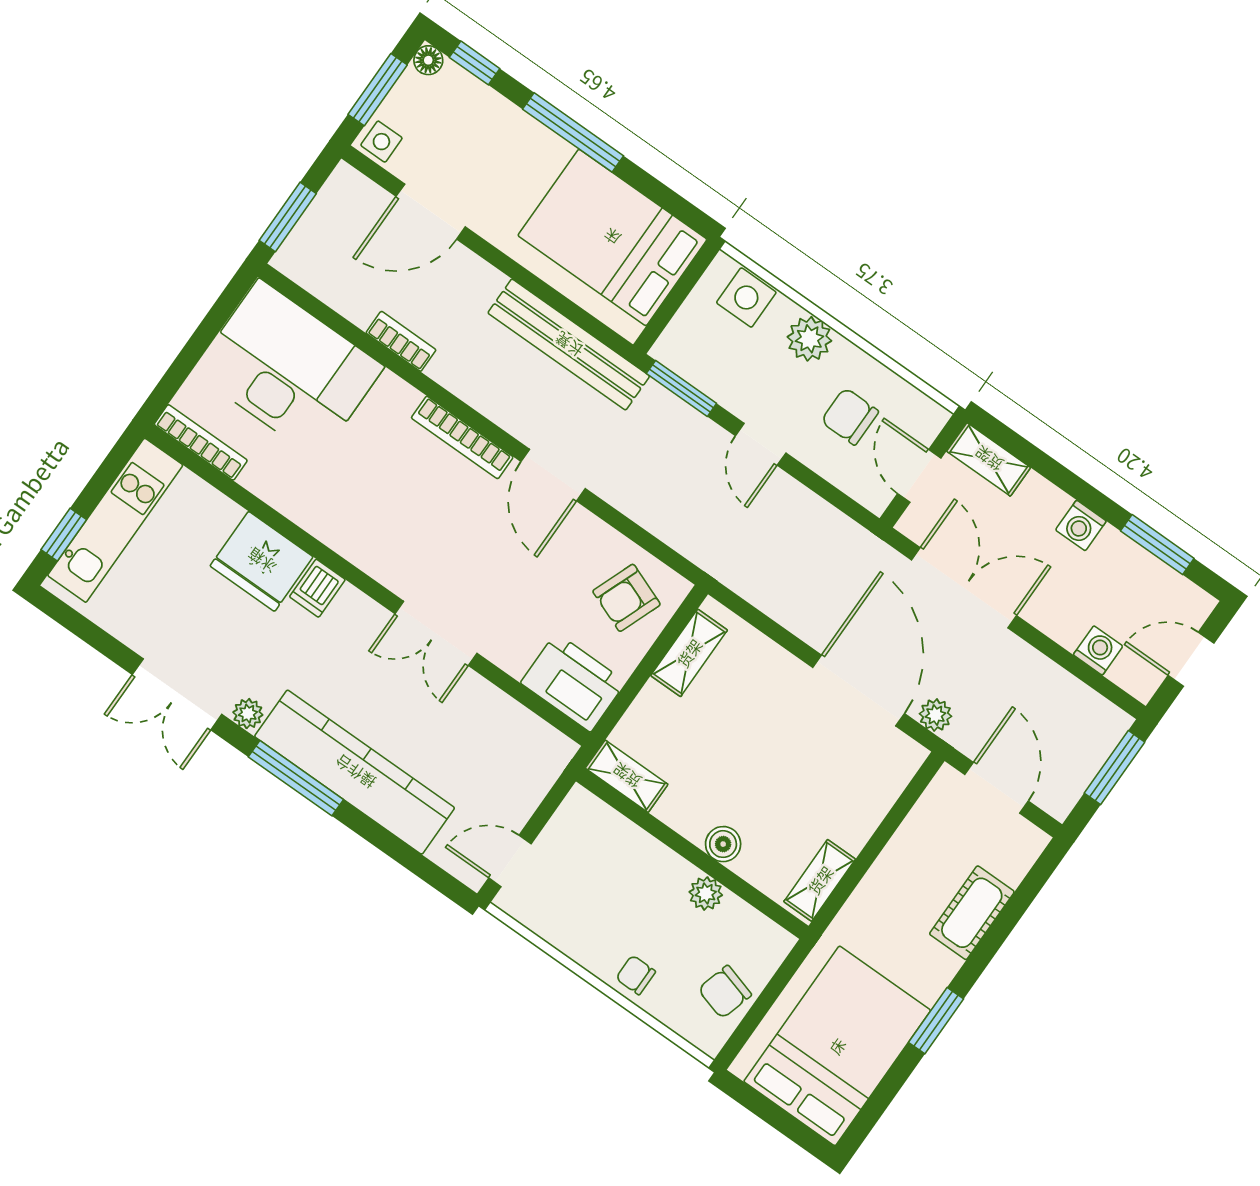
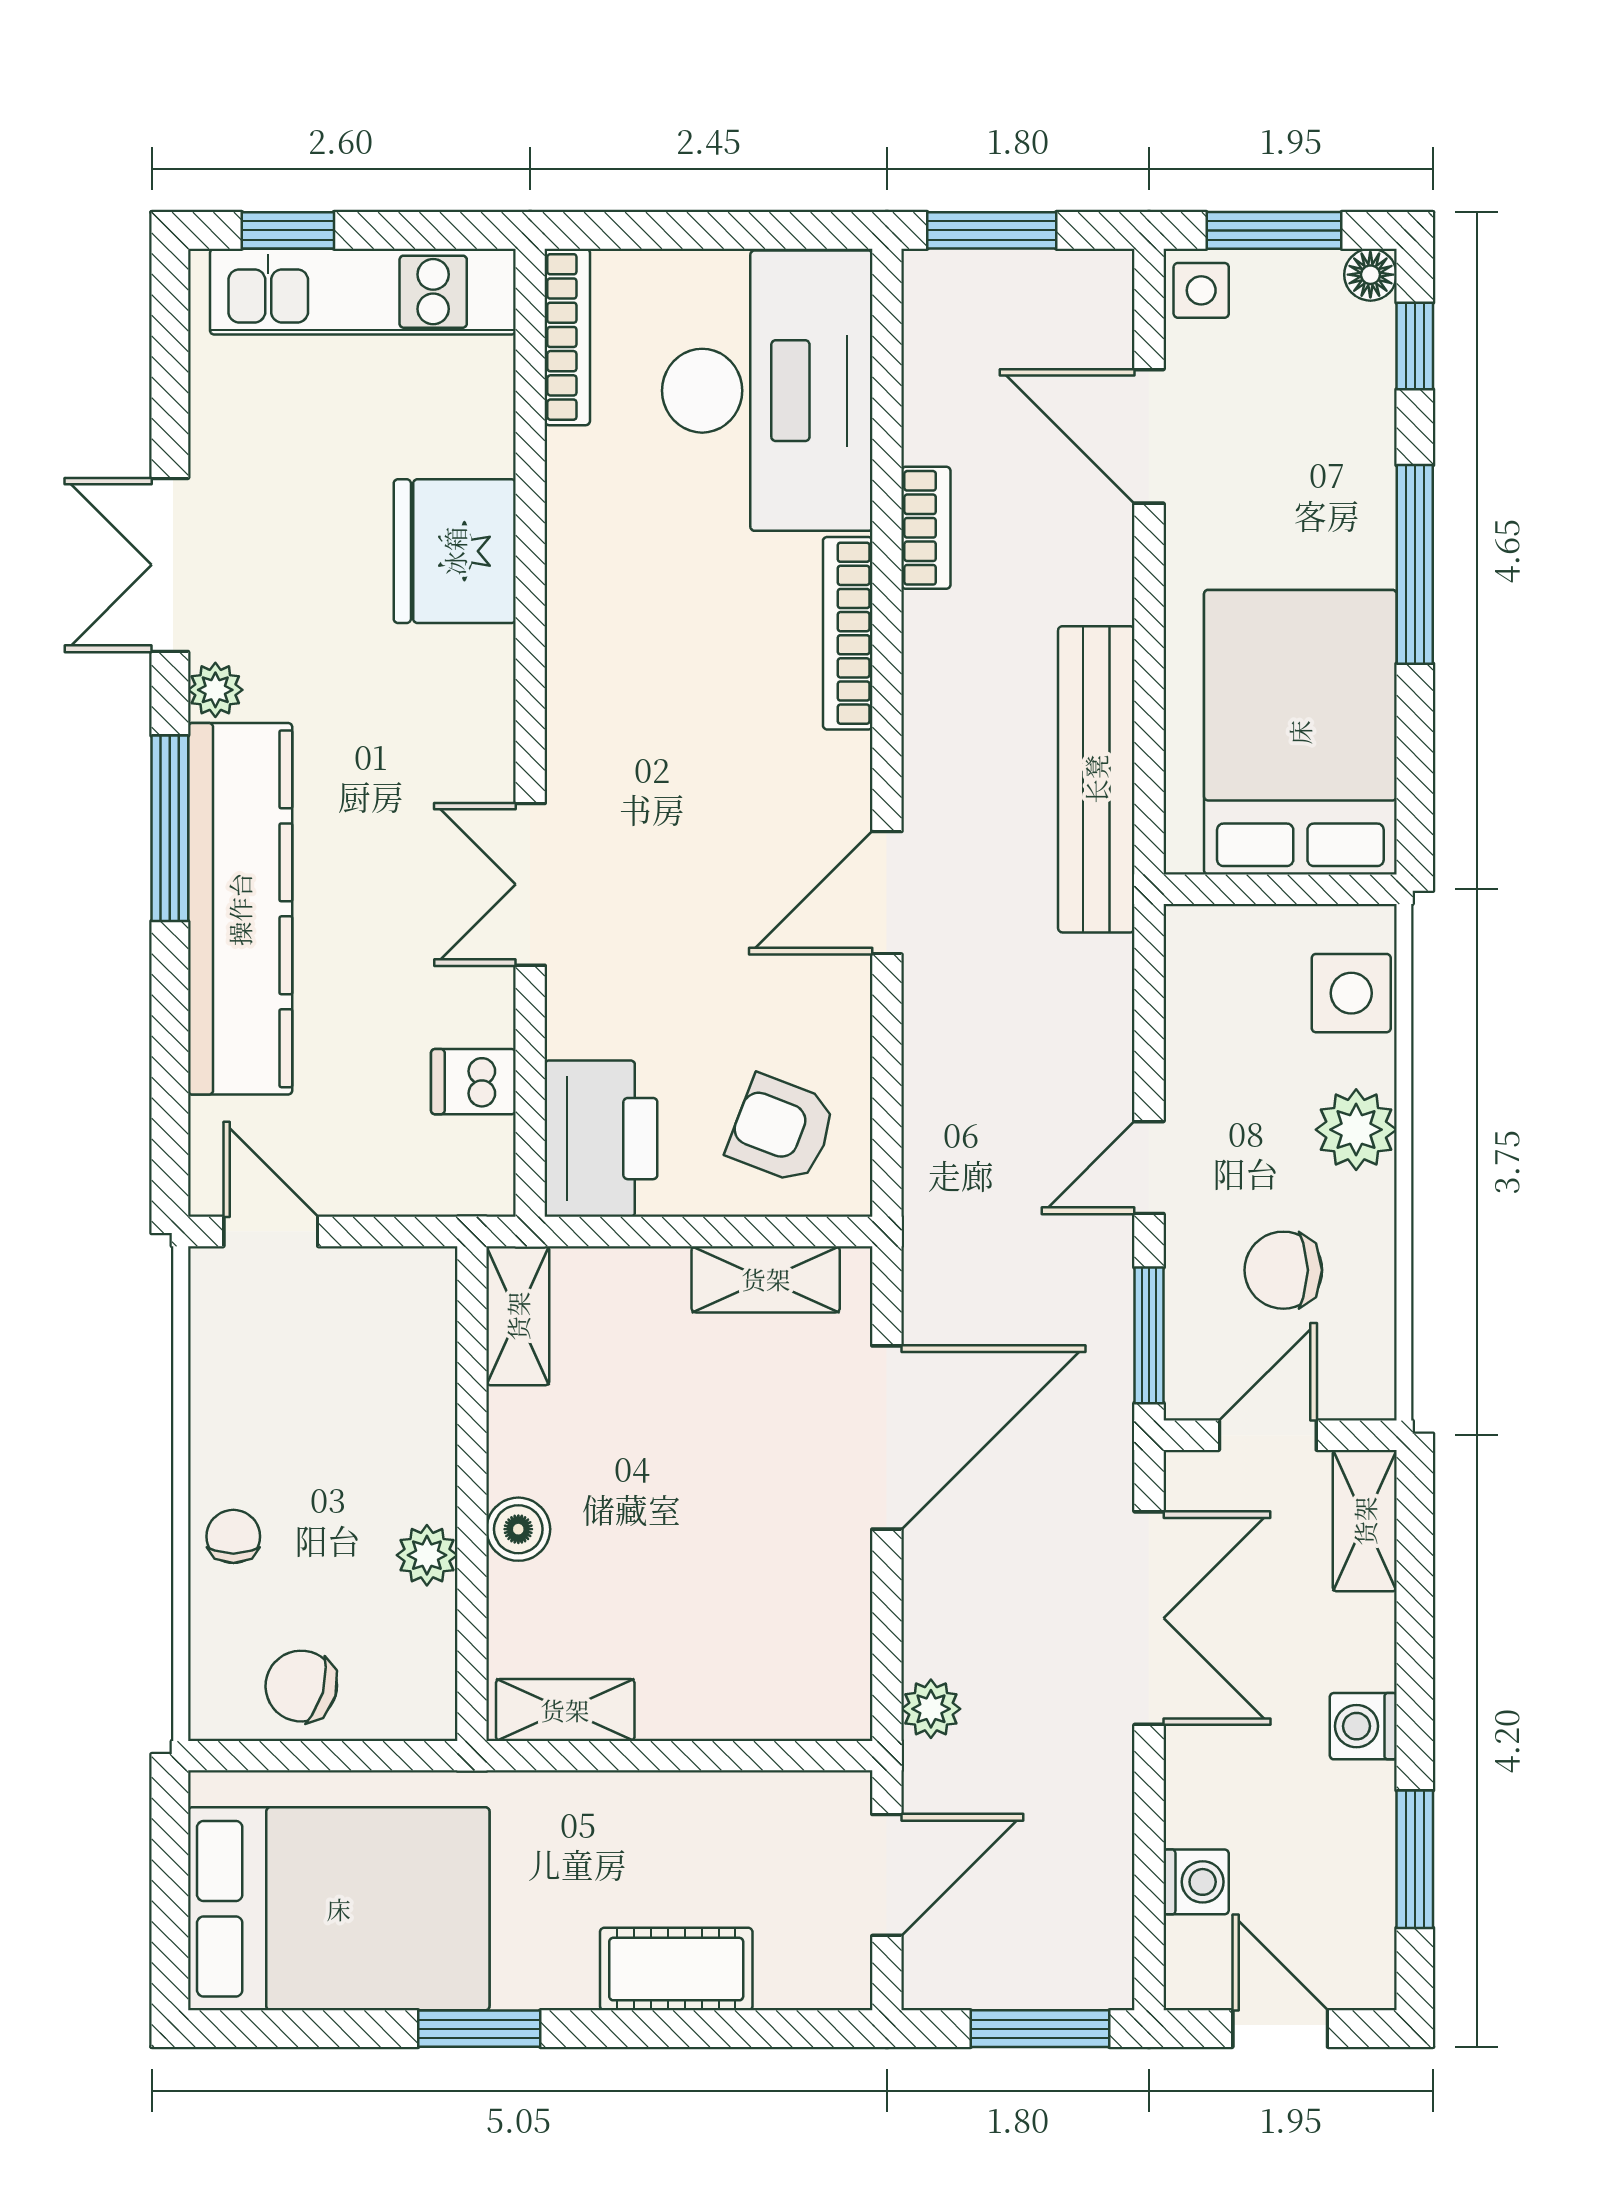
window: (681, 388) -> (1149, 1335), moved
chair: (850, 416) -> (1283, 1270), turned -90
bookcase: (462, 437) -> (848, 633), moved
dishwasher: (317, 588) -> (473, 1082), moved
door: (859, 690) -> (887, 1438), moved

